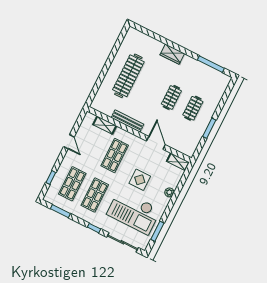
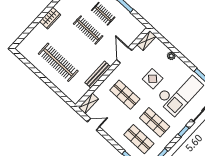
clothes rail: (171, 97) -> (88, 30), width x1.36
shelving: (105, 125) -> (88, 103), moved
door: (69, 142) -> (93, 124), moved
door: (156, 143) -> (124, 55), hinge flipped

